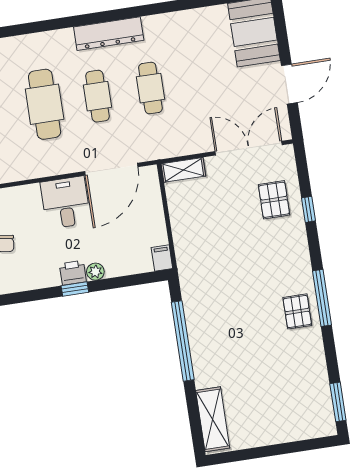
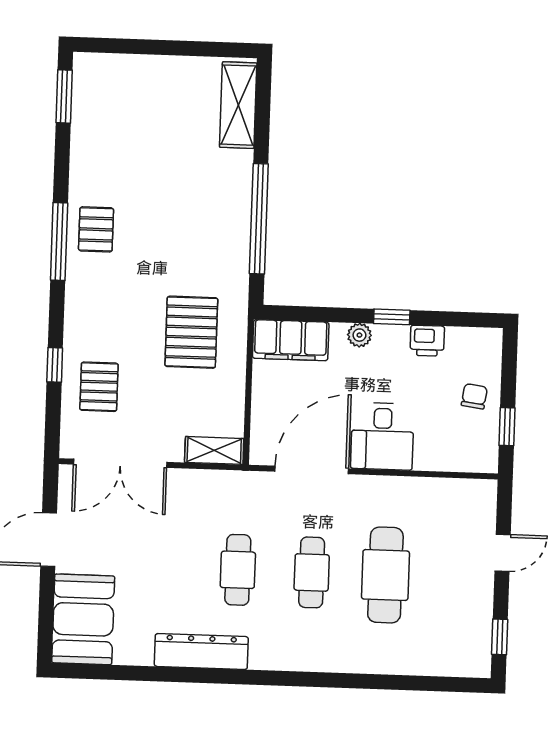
dresser: (109, 34) -> (201, 651), moved
pallet: (216, 251) -> (191, 332), added
filing cabinet: (162, 258) -> (291, 340), width x3.00, depth x1.17
printer: (73, 273) -> (427, 341), moved

